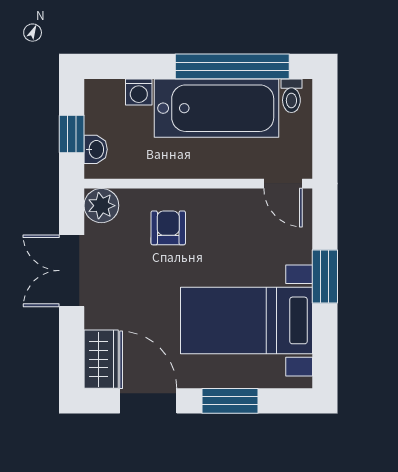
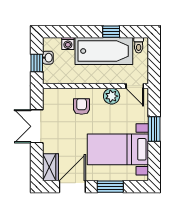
window: (232, 66) -> (111, 32), width x0.32
washbasin: (96, 149) -> (48, 58), moved
plant: (101, 206) -> (112, 96), moved
door: (148, 401) -> (72, 187), hinge flipped

